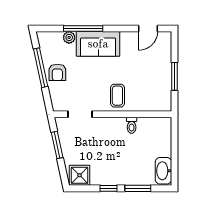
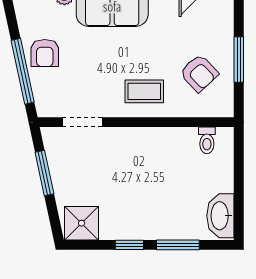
window: (41, 68) -> (23, 71), moved
armchair: (151, 85) -> (199, 73), added
coffee table: (117, 96) -> (144, 91), turned 90
toilet: (132, 125) -> (207, 140), moved

